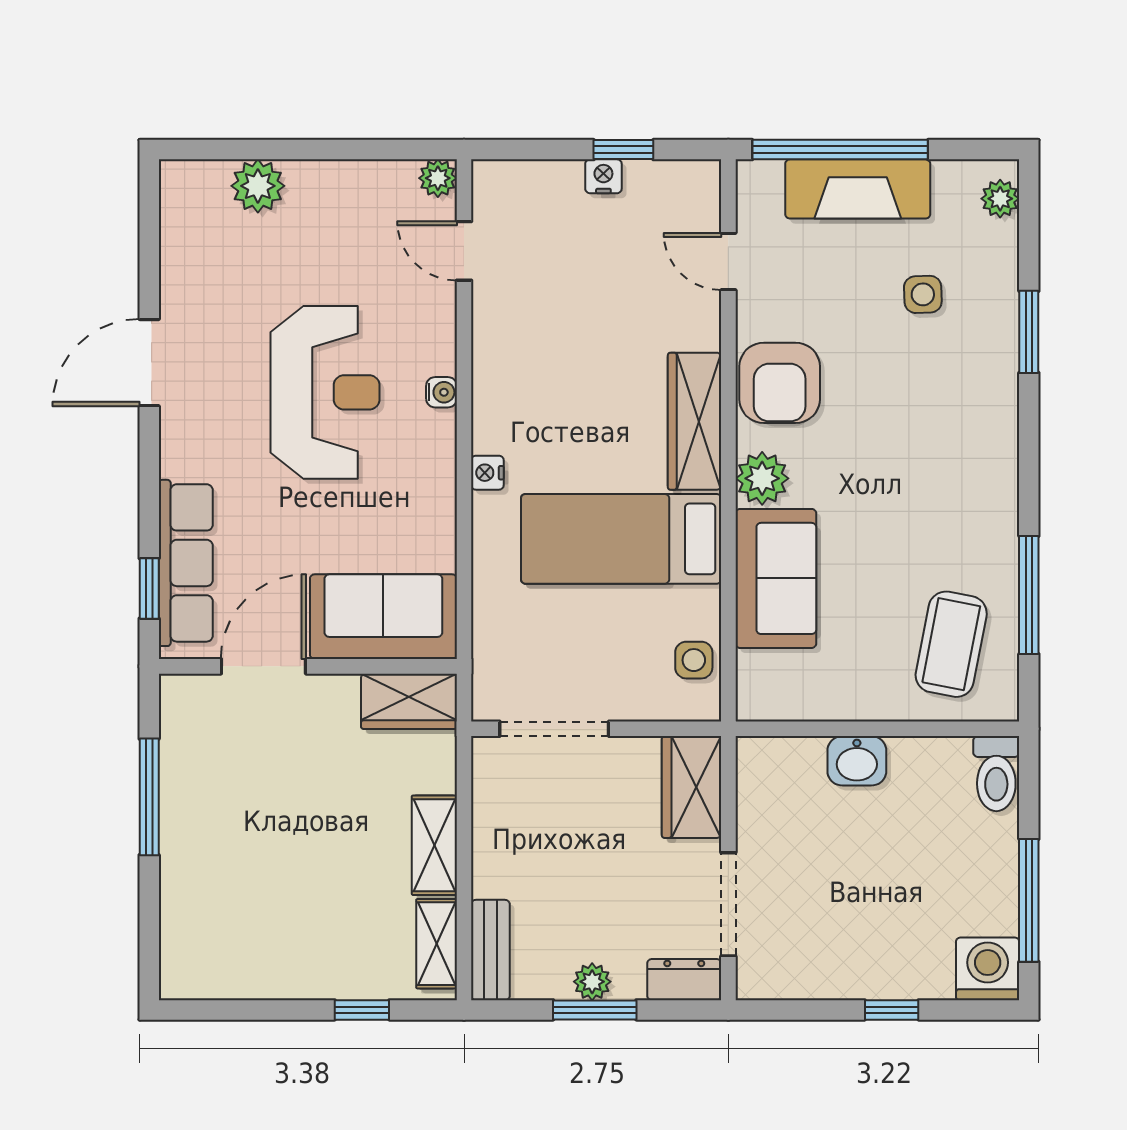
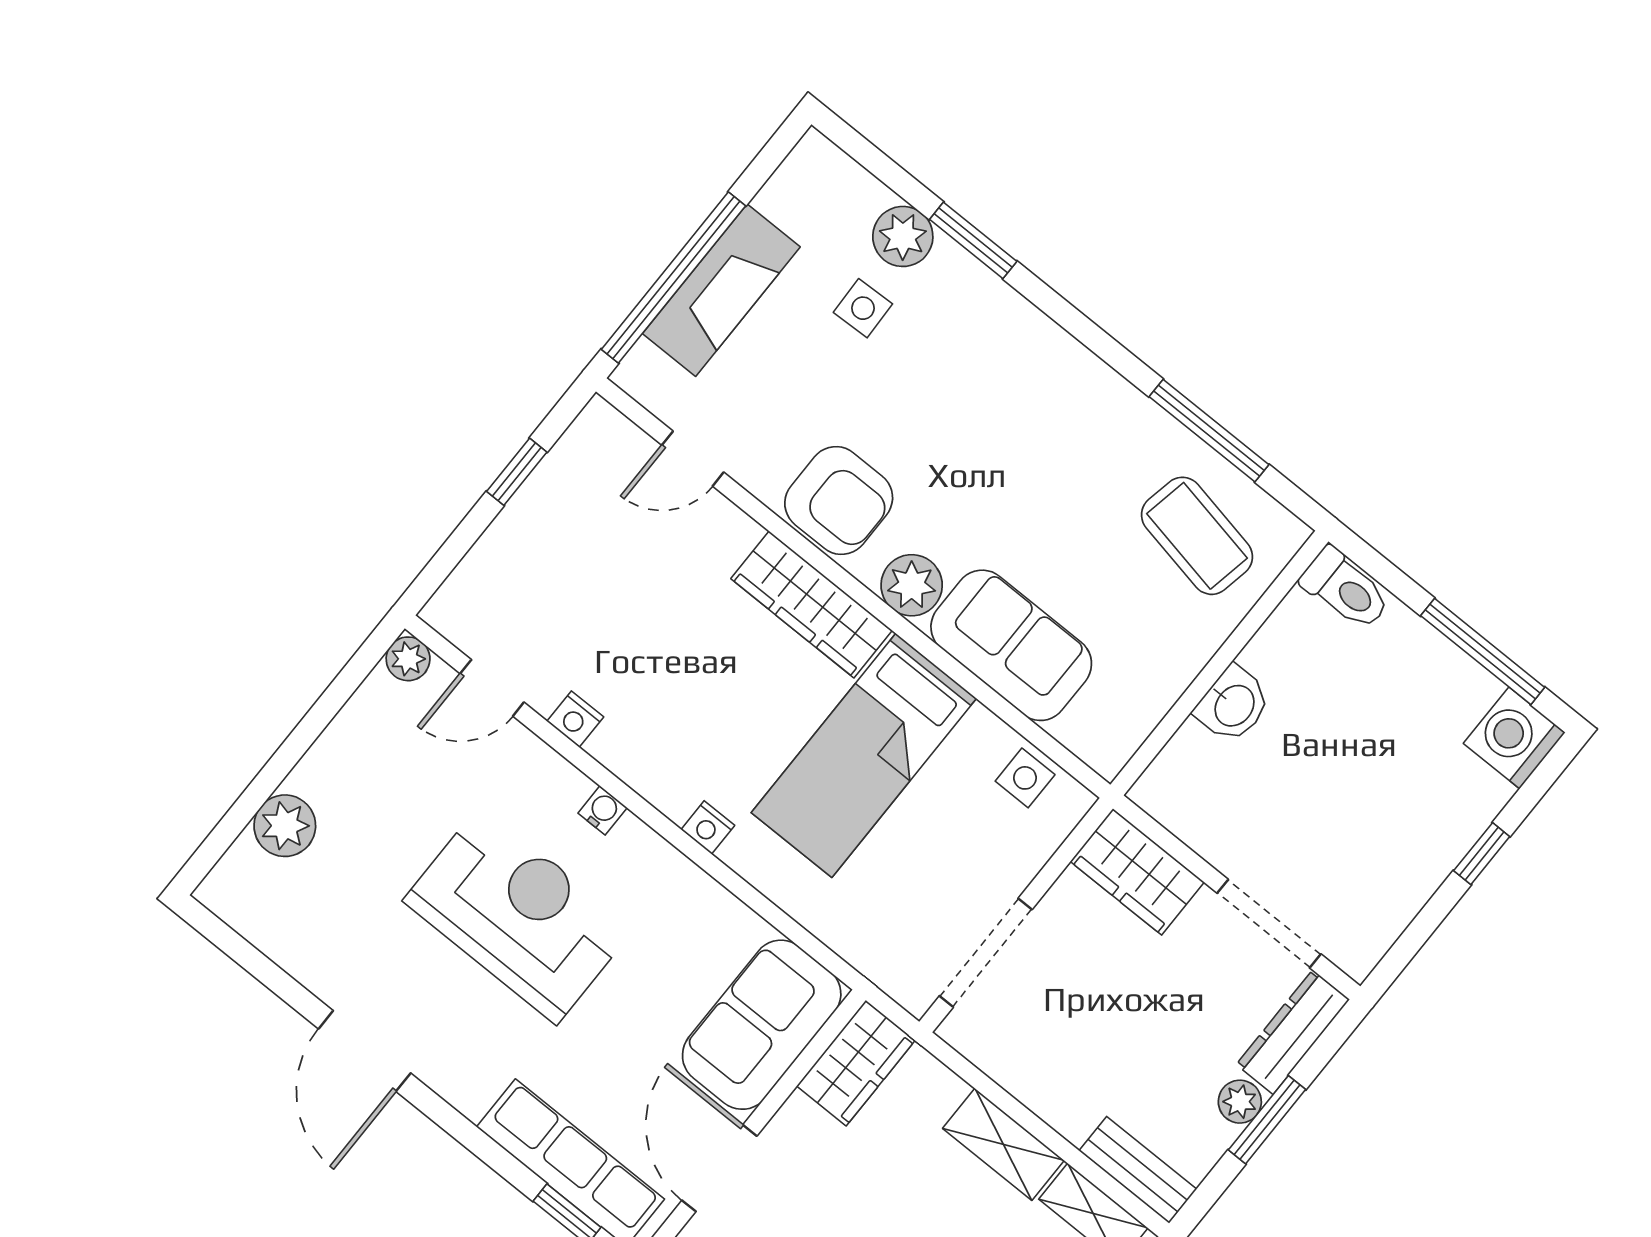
nightstand: (603, 176) -> (575, 719), moved, turned -90
plant: (1000, 199) -> (903, 236), moved, width x1.38, depth x1.38
dresser: (684, 980) -> (1293, 1032), width x1.44

